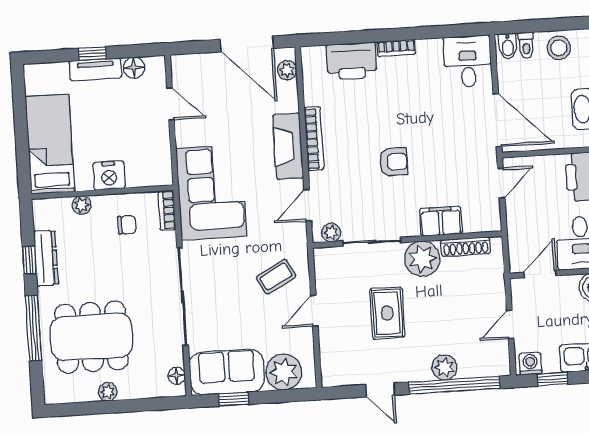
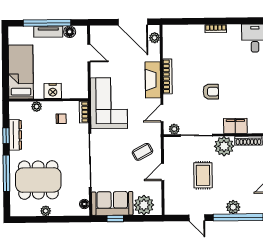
window: (92, 54) -> (47, 23), width x3.17
printer: (352, 61) -> (191, 34), removed

